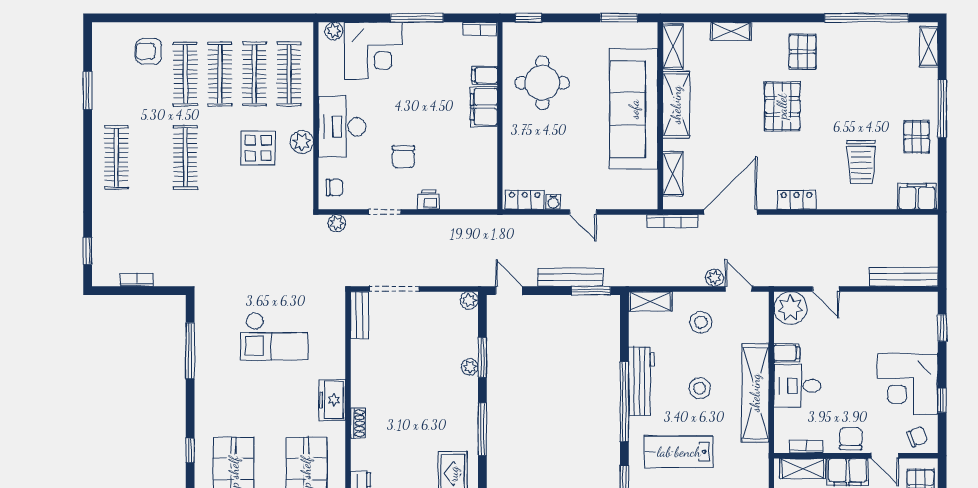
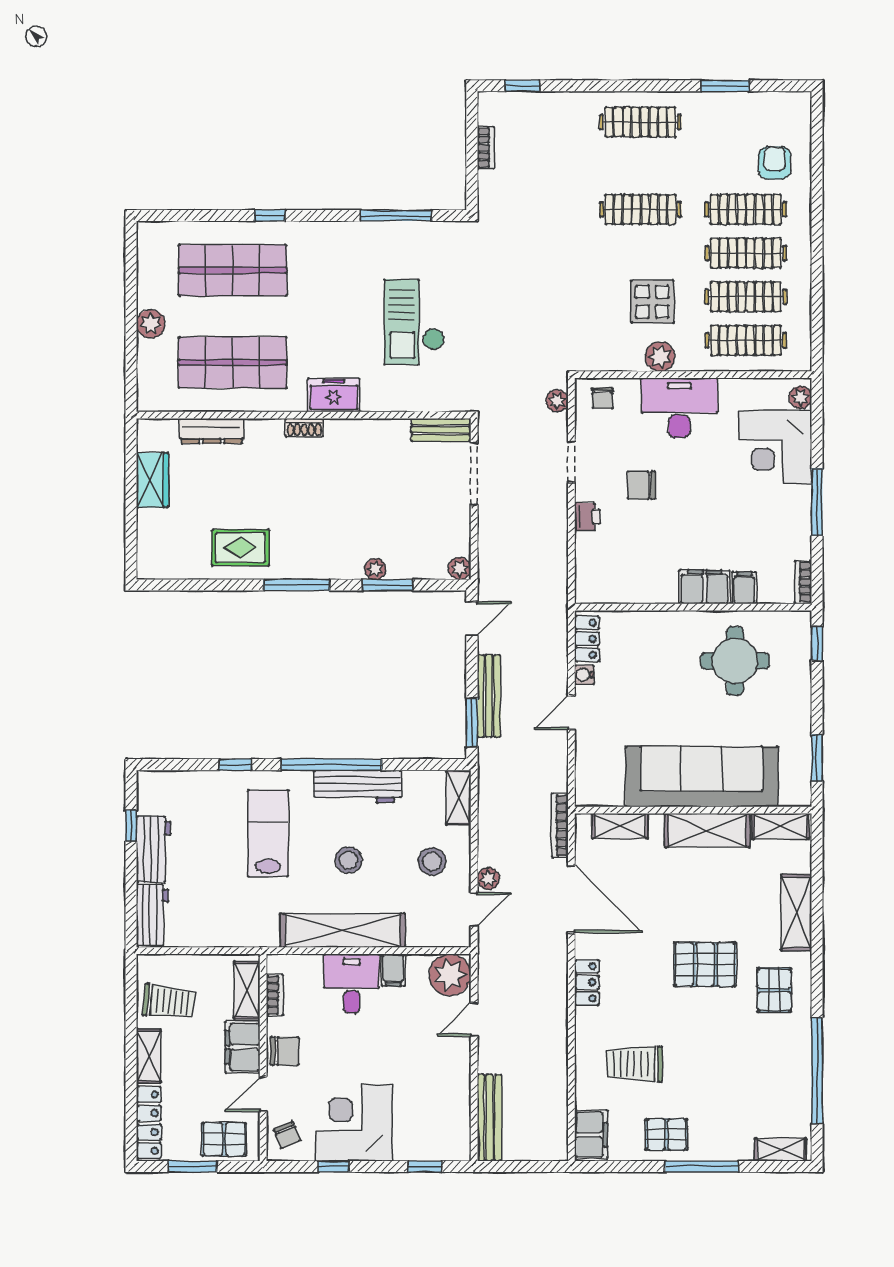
shelving: (731, 31) -> (796, 912), width x1.50, depth x1.33
pallet: (802, 52) -> (774, 990), turned 90

